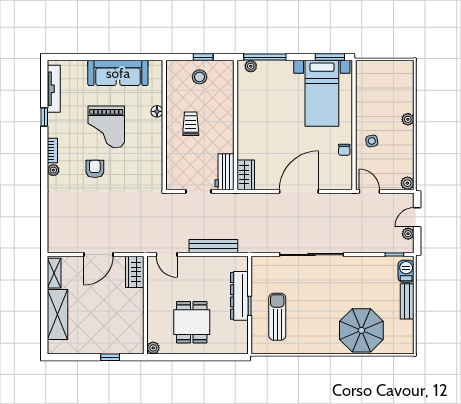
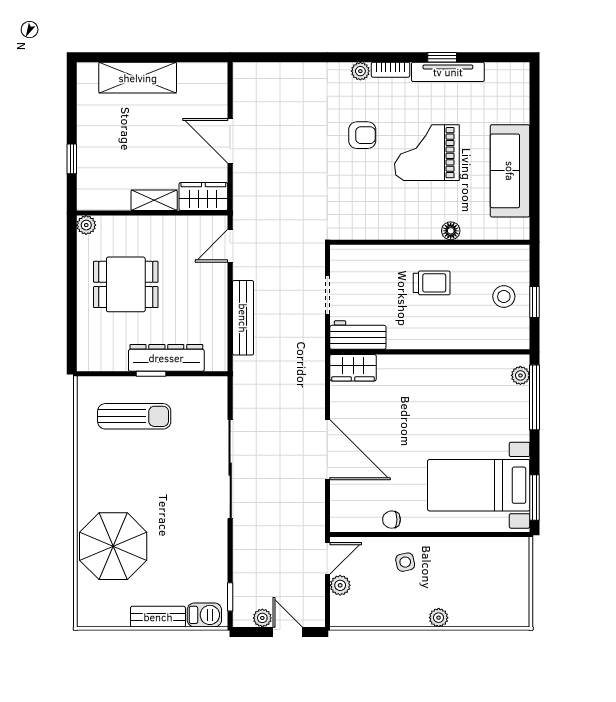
tv unit: (54, 89) -> (448, 72), moved
plant: (407, 183) -> (340, 585), moved
shelving: (54, 273) -> (154, 200), moved

